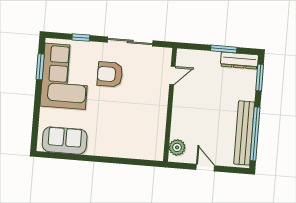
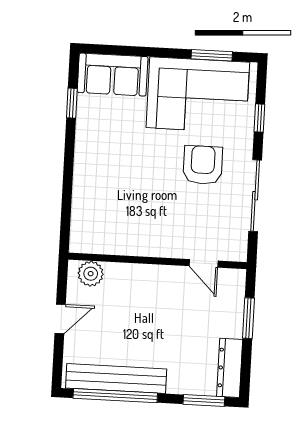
window: (224, 49) -> (248, 318), moved
sofa: (65, 141) -> (113, 75), moved, turned 90
window: (68, 157) -> (72, 103), added

